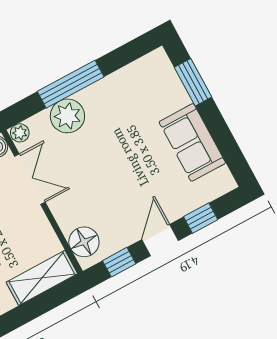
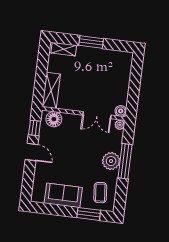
coffee table: (147, 88) -> (100, 193), added
plant: (67, 116) -> (111, 161), moved
window: (201, 218) -> (29, 176), removed

